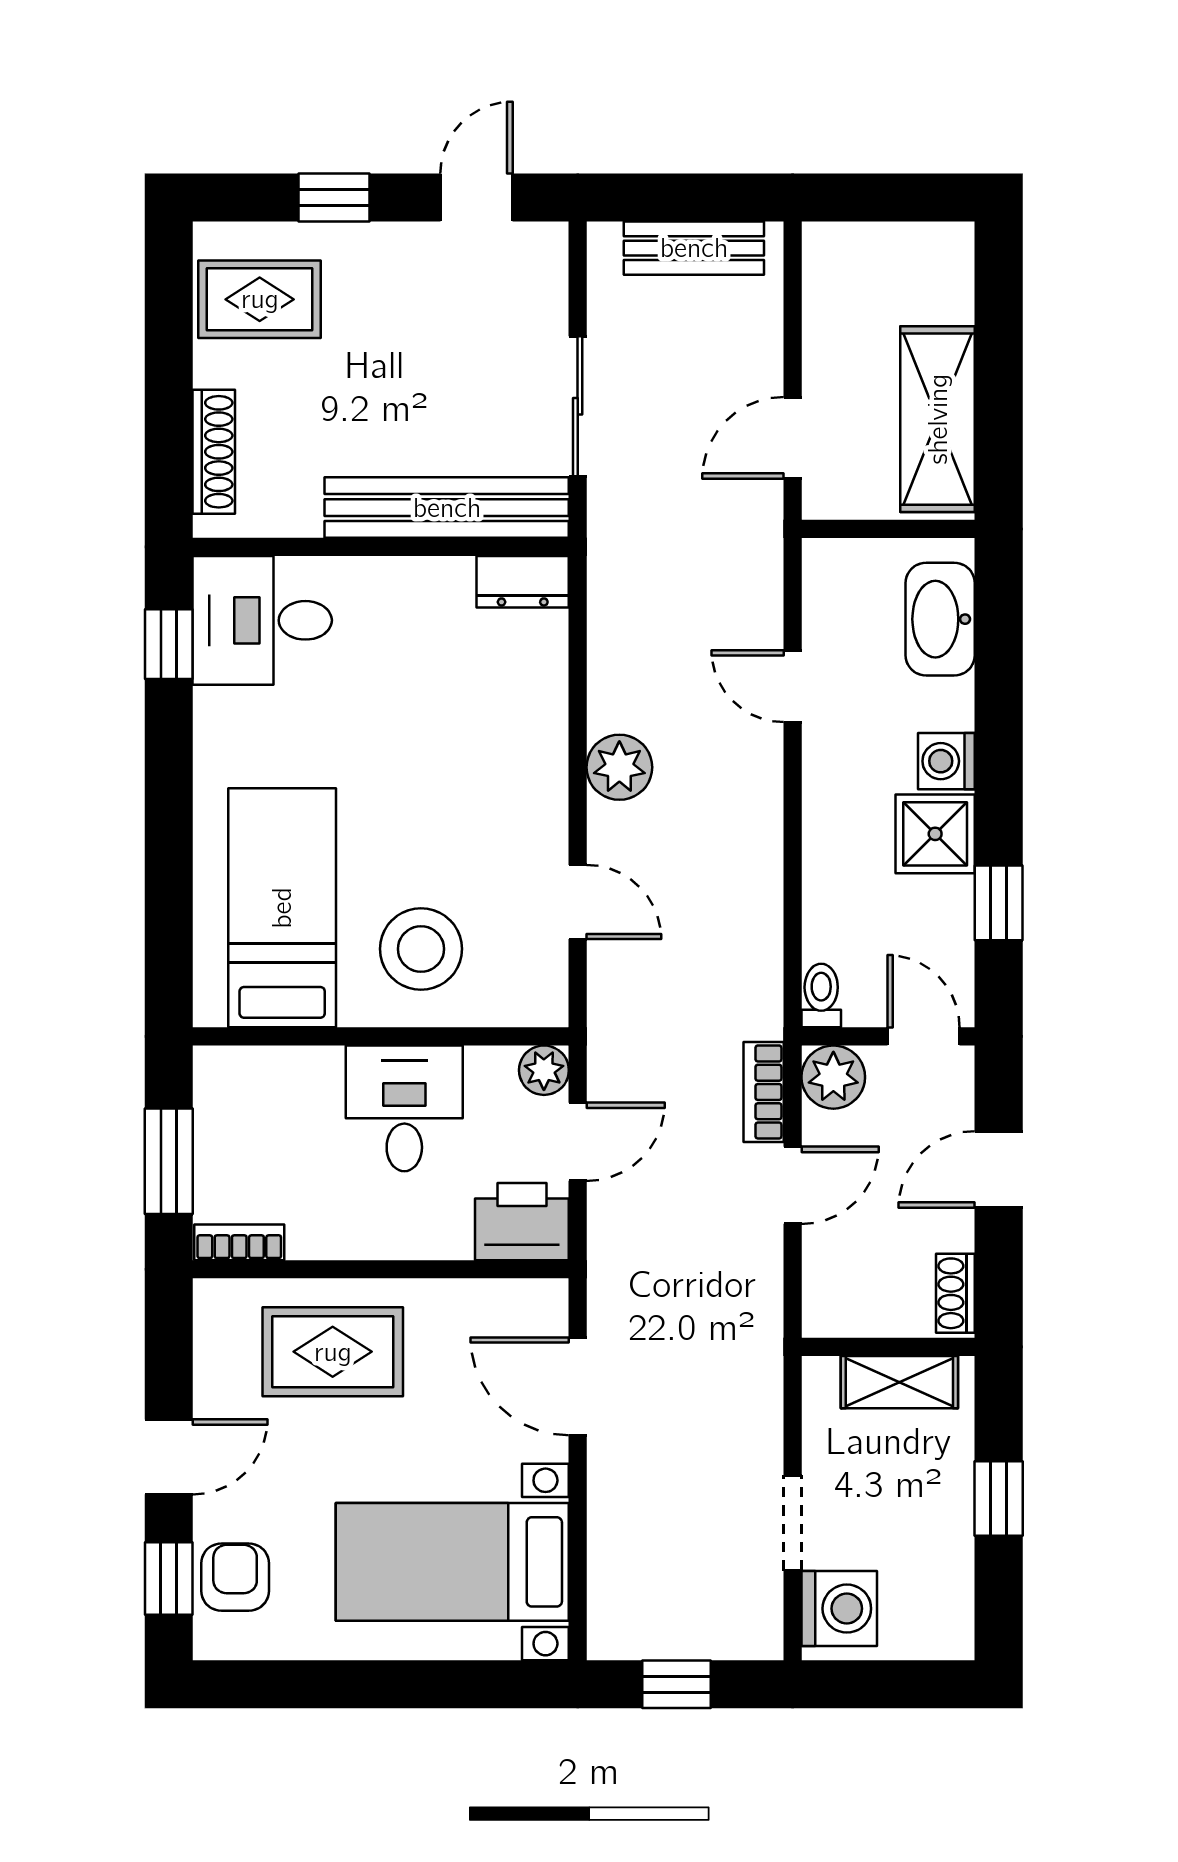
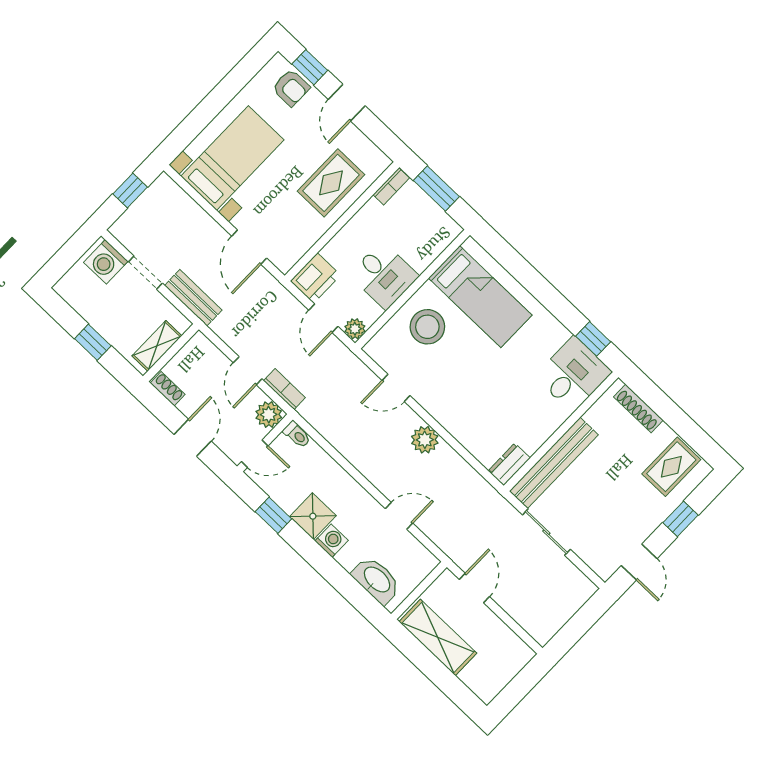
bench: (694, 248) -> (193, 298), moved, turned 90
door: (578, 1386) -> (249, 247), swing flipped

